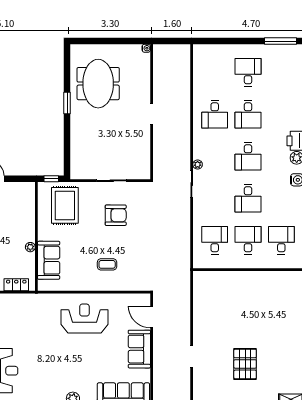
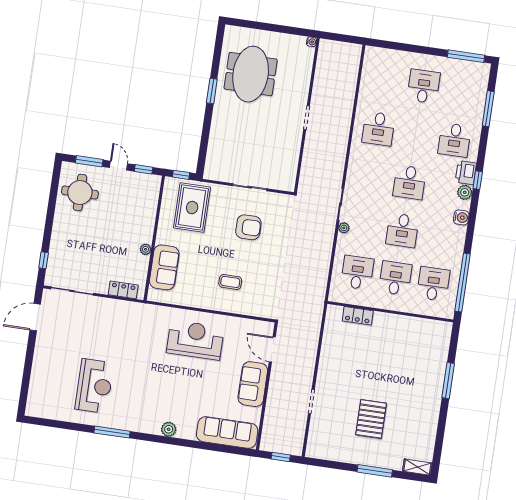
desk: (248, 114) -> (455, 140), moved
plant: (198, 165) -> (344, 228), moved
window: (19, 179) -> (144, 169), added
locker: (221, 277) -> (358, 316), added

